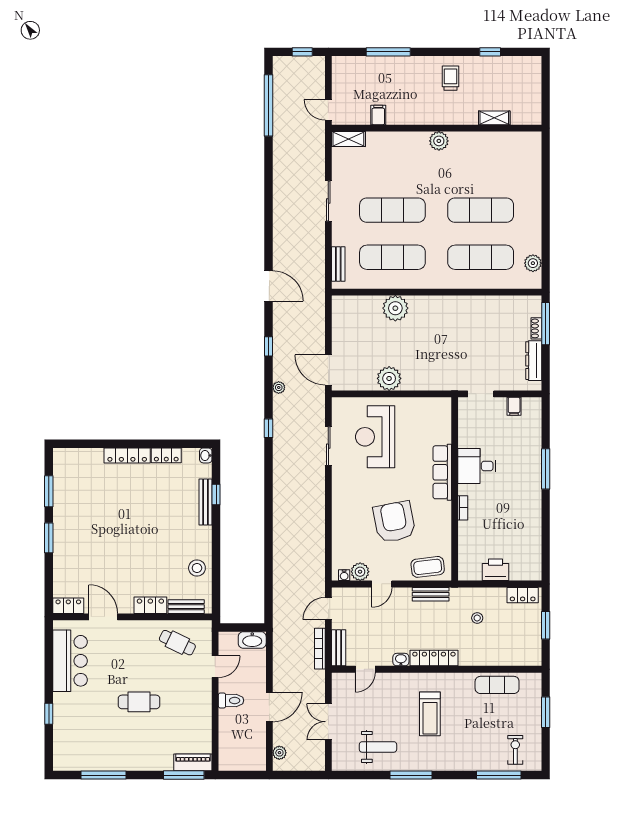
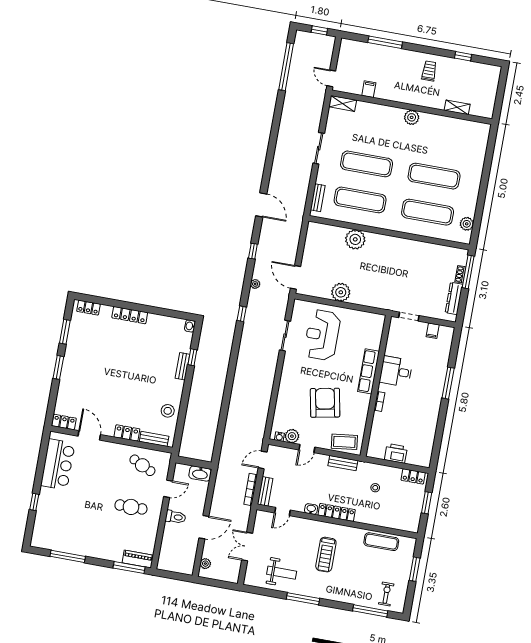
locker: (166, 455) -> (88, 308), moved
bench: (205, 502) -> (182, 366), width x0.73
cafe table: (139, 702) -> (131, 507), moved

